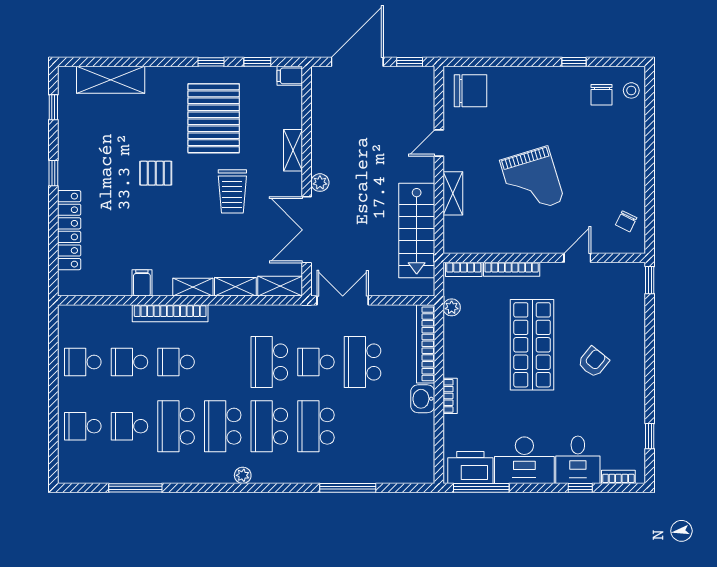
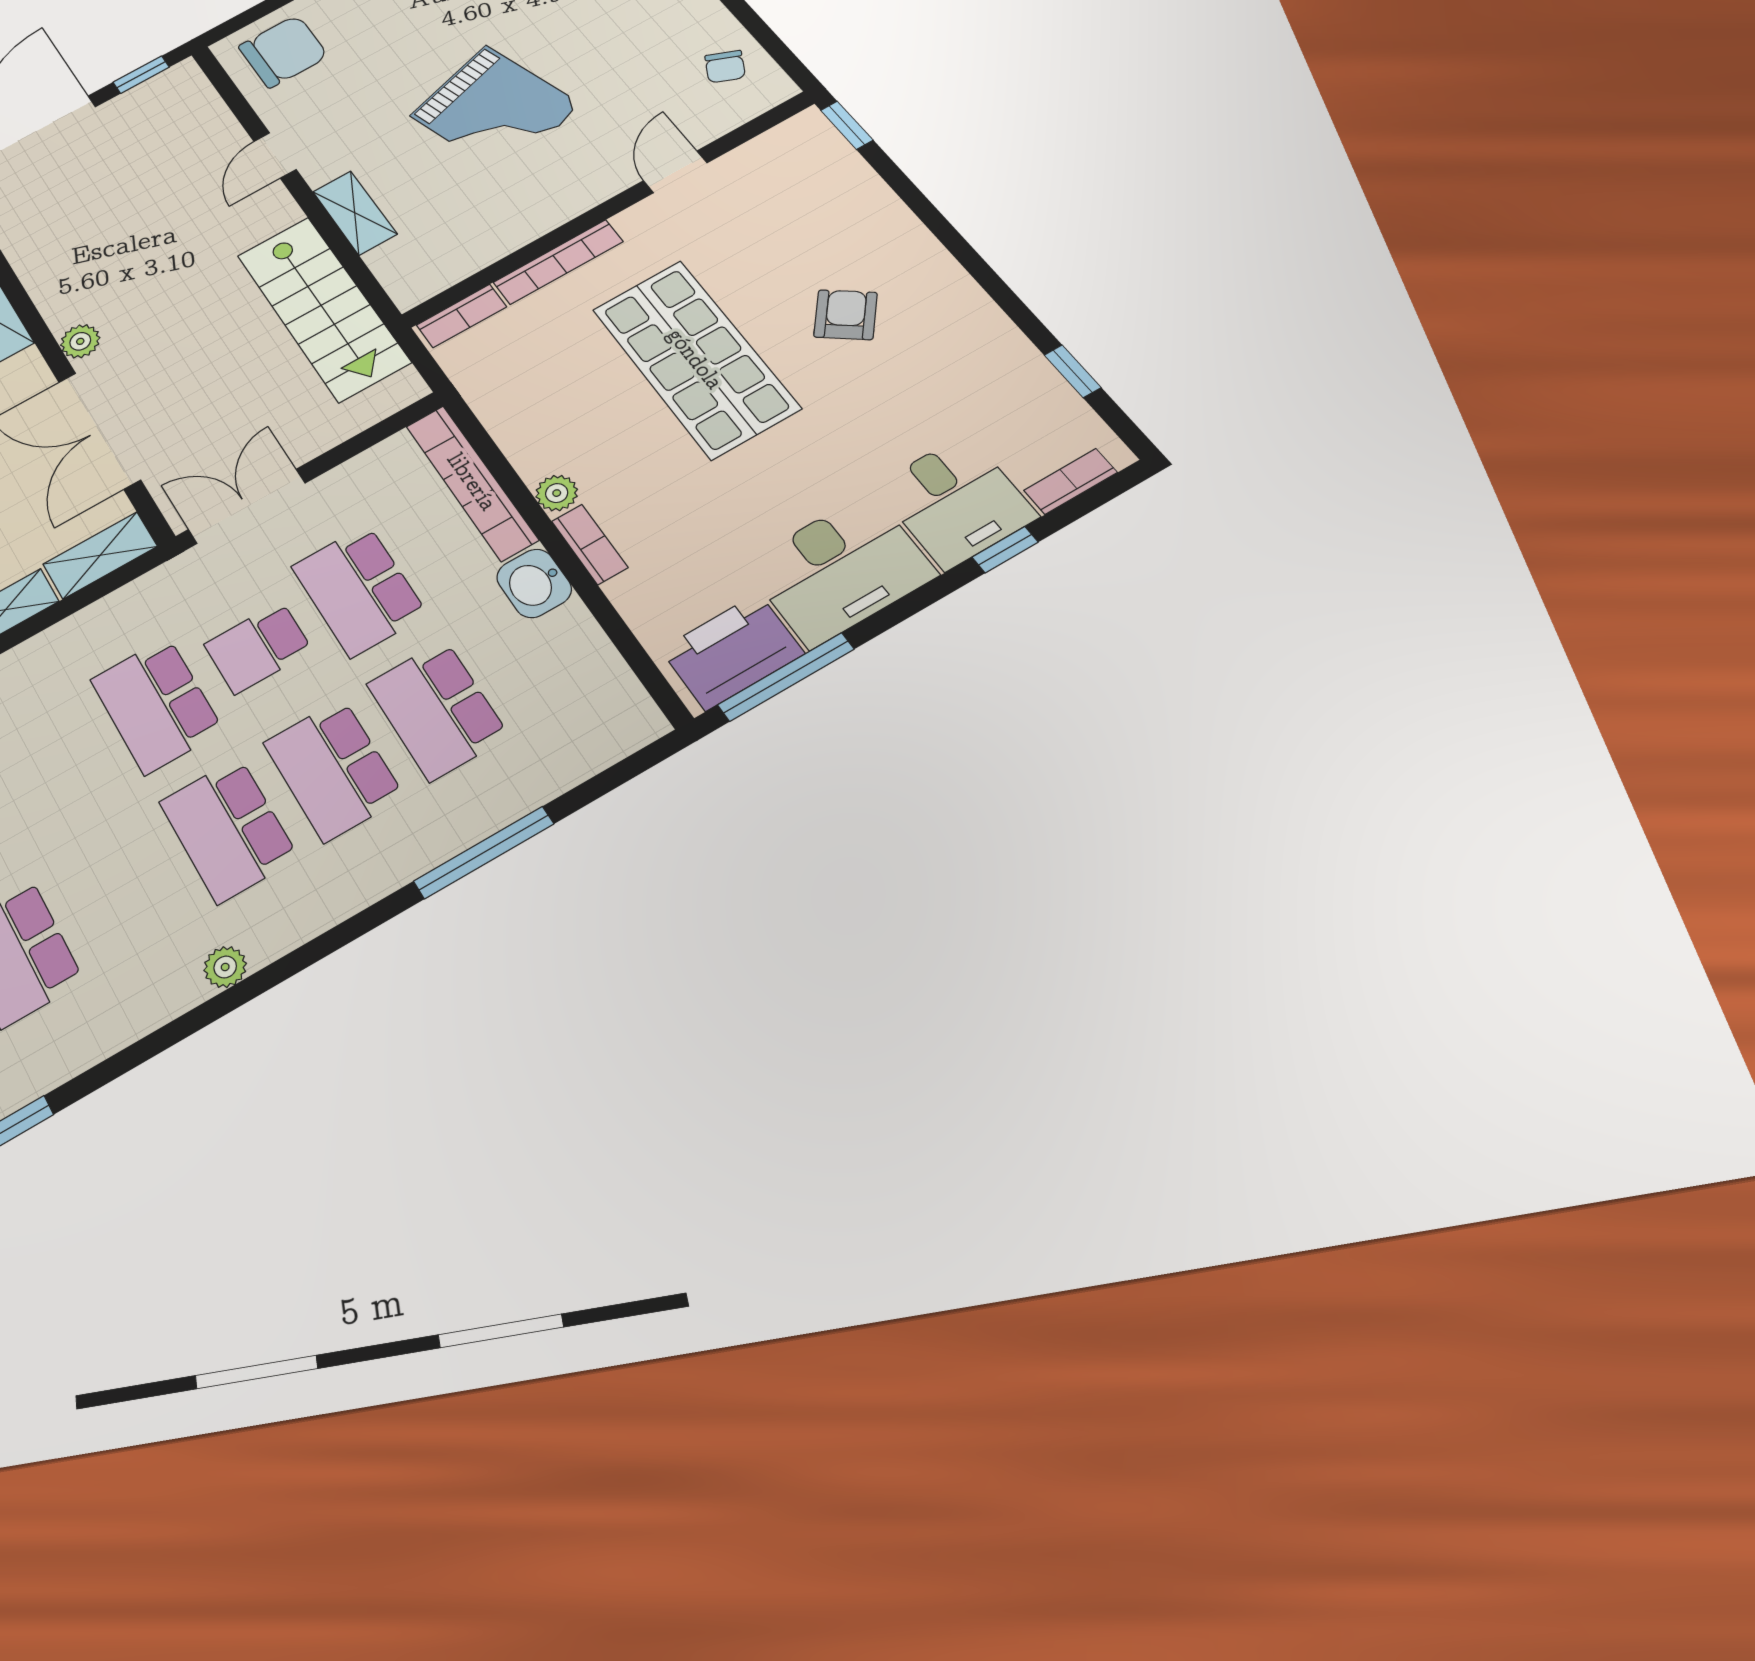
plant: (452, 307) -> (557, 493), moved
school desk: (223, 426) -> (437, 710), moved

